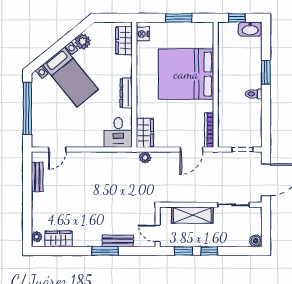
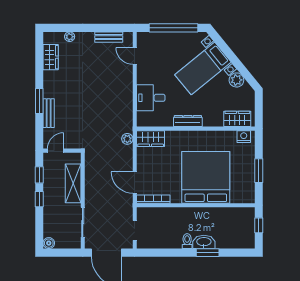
washbasin: (250, 29) -> (204, 242), moved, turned 90
desk: (118, 132) -> (151, 98), moved
plant: (37, 237) -> (70, 37), moved

